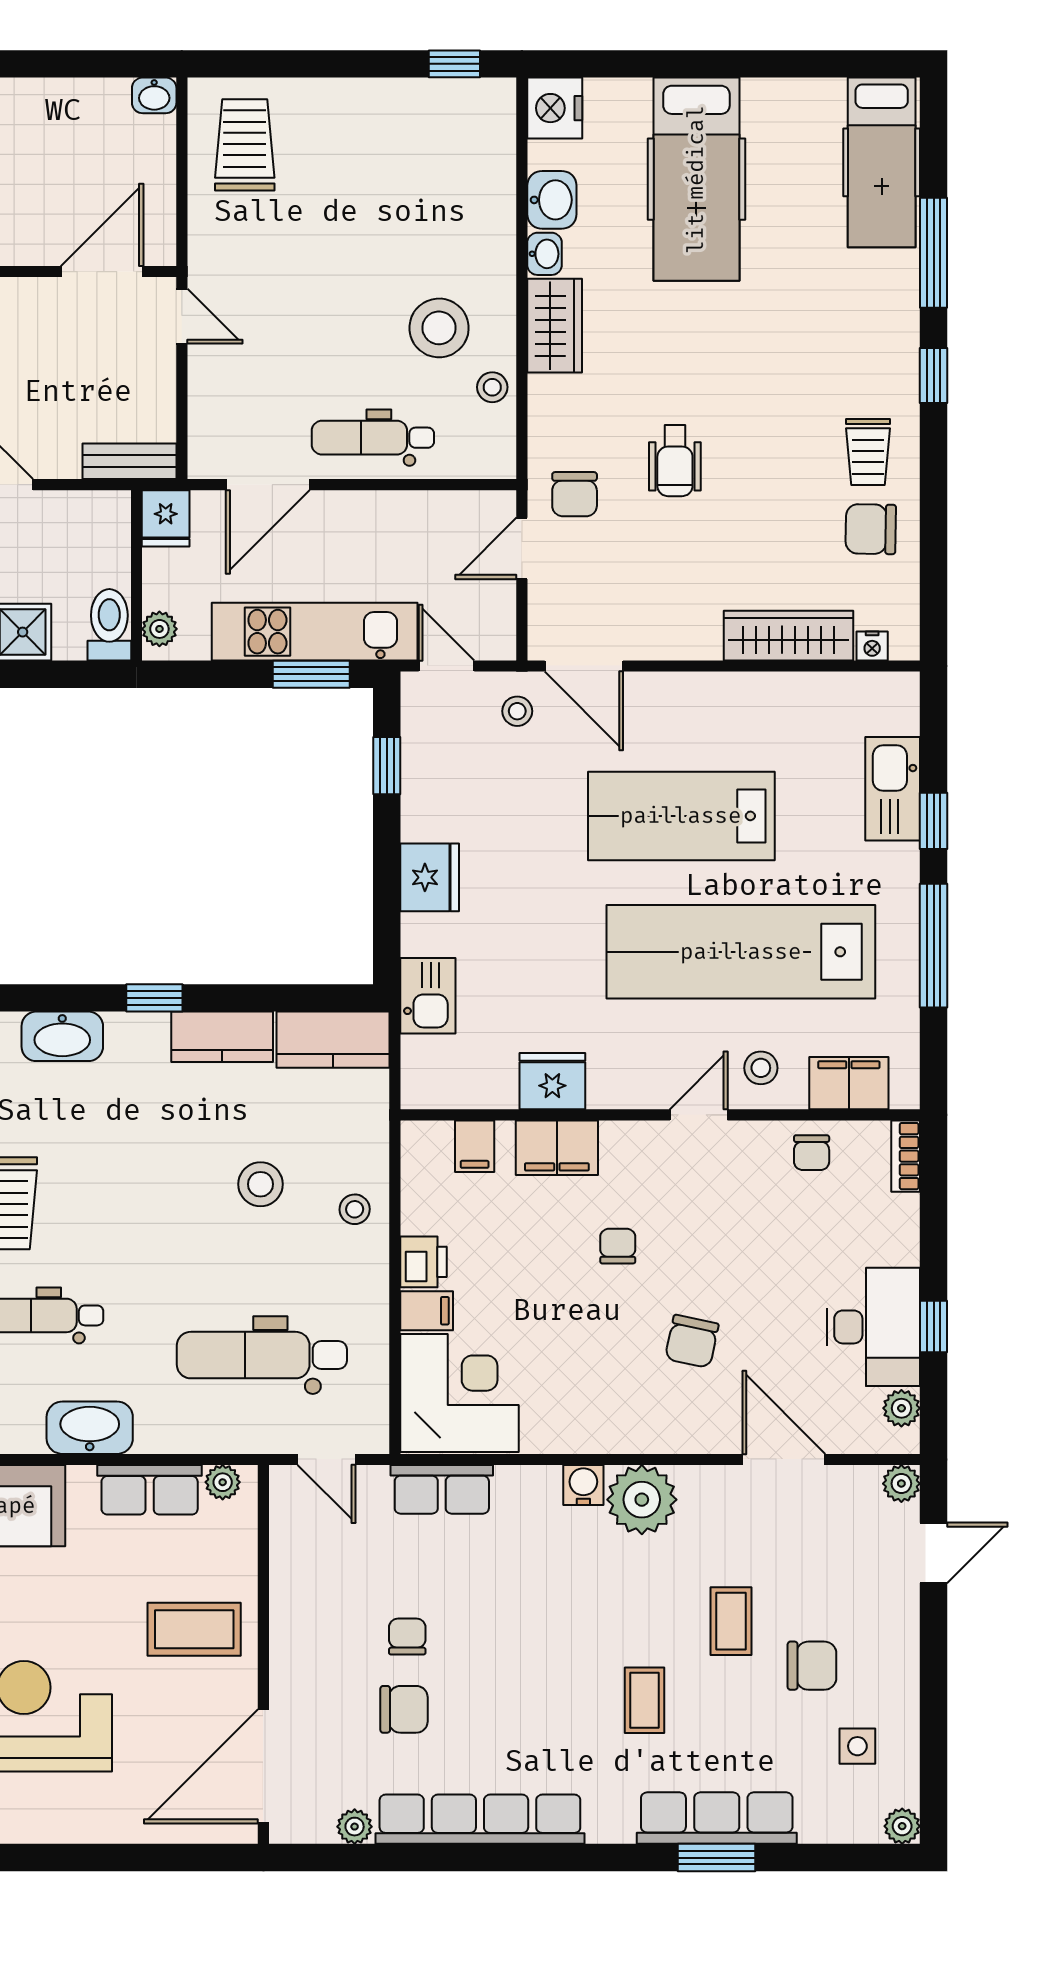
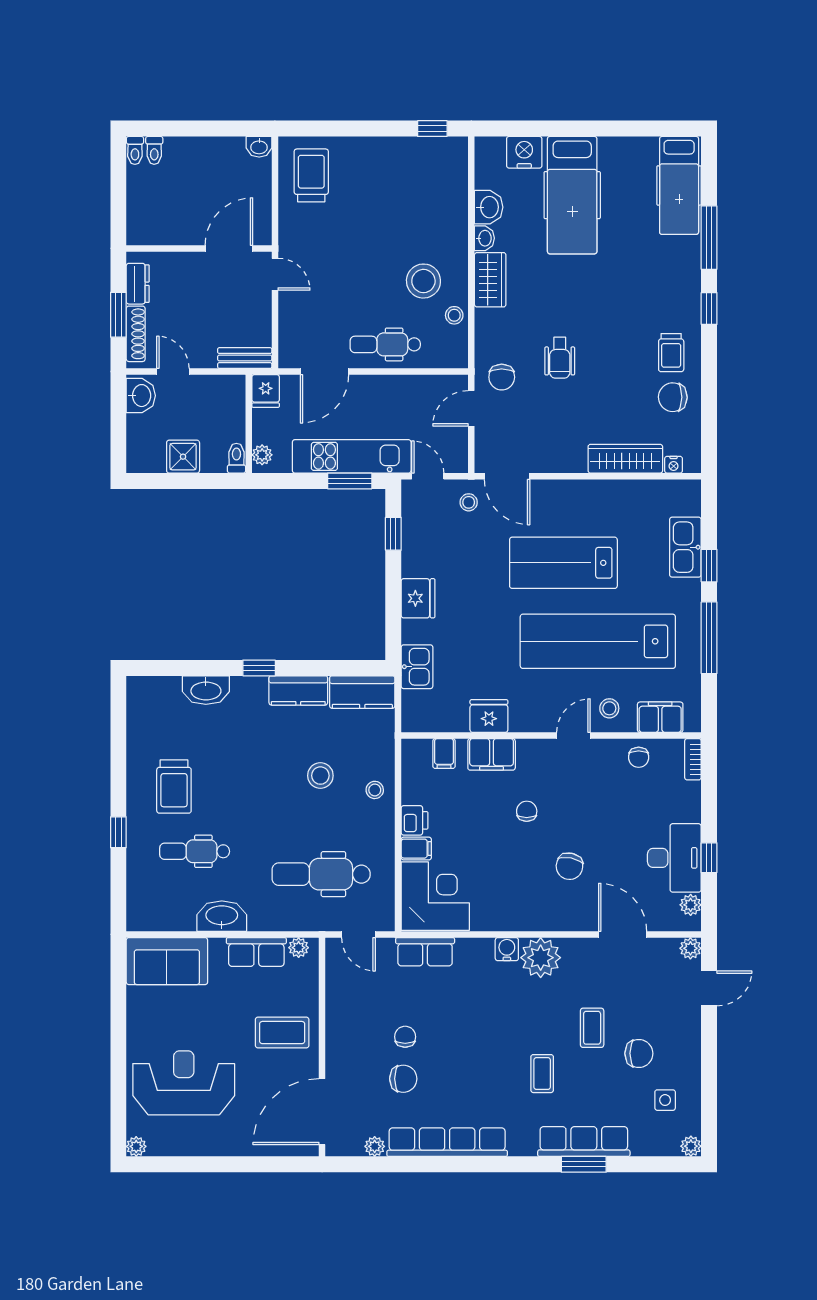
nightstand: (555, 108) -> (524, 152), moved, turned 90
toilet: (109, 625) -> (236, 458), width x0.73, depth x0.72

